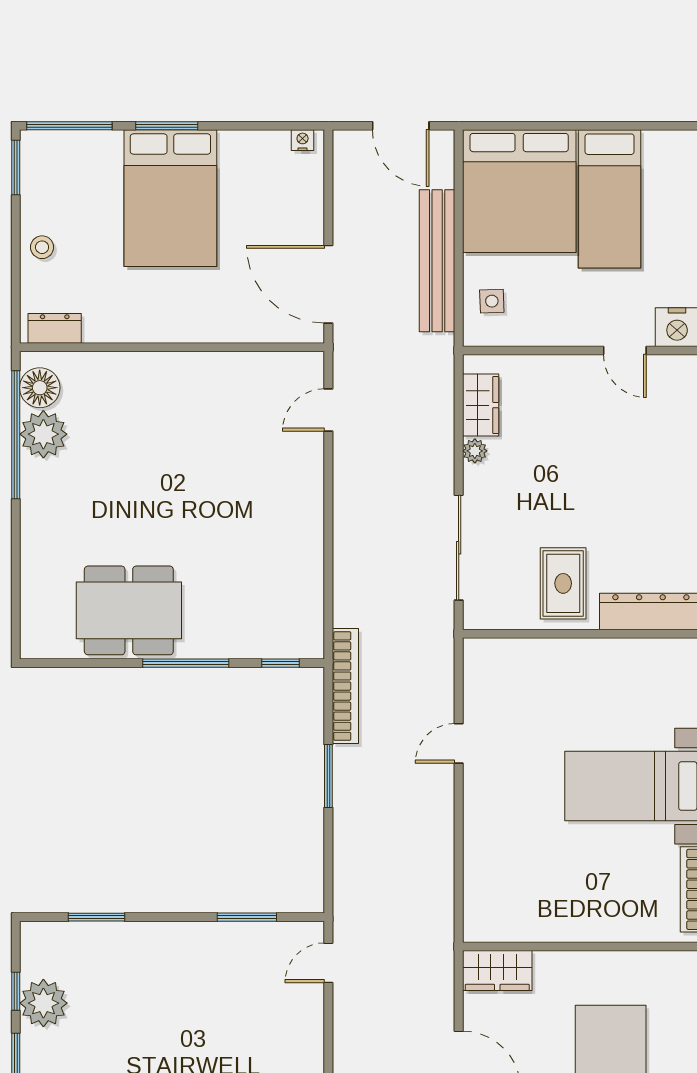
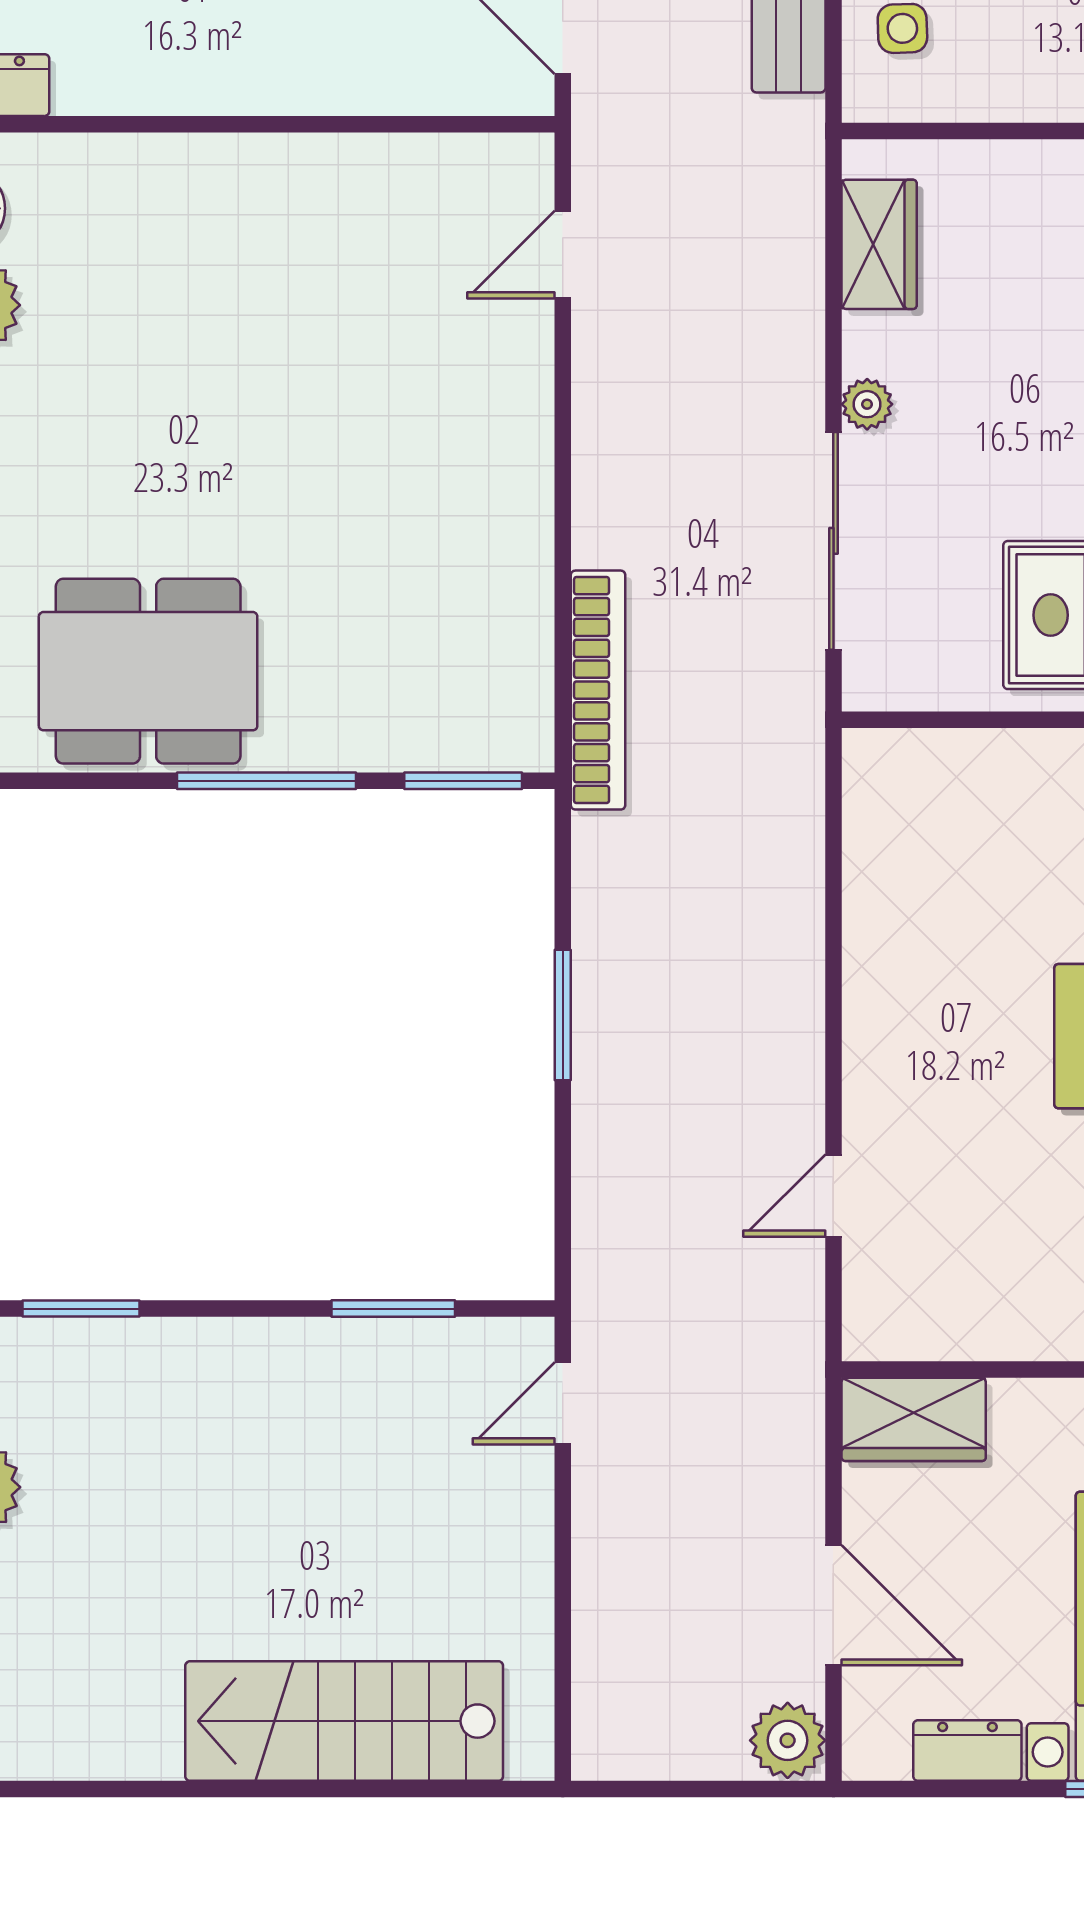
plant: (475, 451) -> (867, 404), moved
window: (280, 663) -> (463, 781), width x1.50
bookcase: (345, 686) -> (598, 690), moved
door: (459, 743) -> (833, 1196), moved

